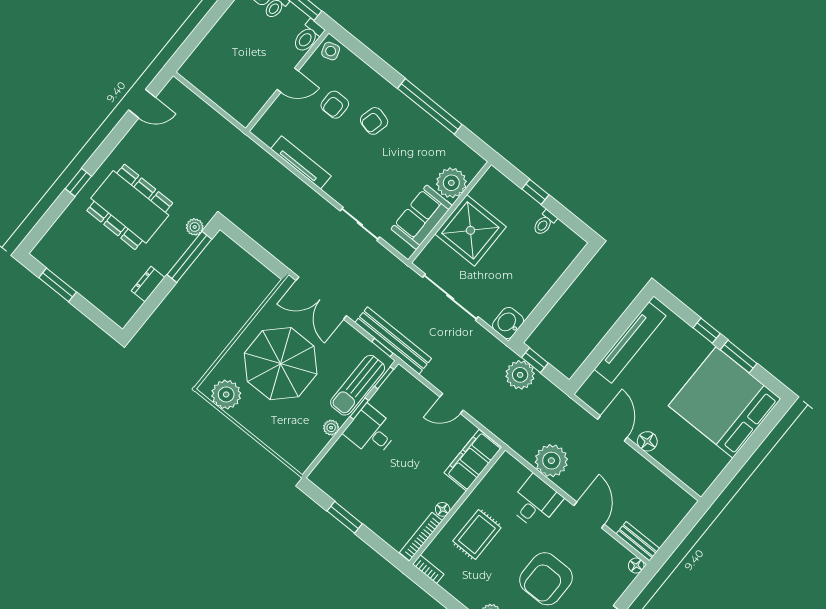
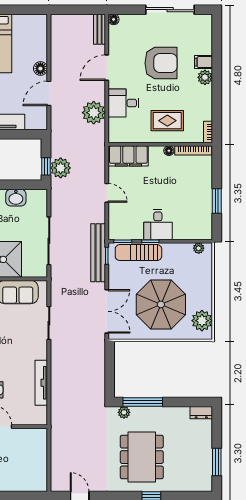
dresser: (148, 284) -> (201, 413), moved
washbasin: (508, 323) -> (16, 198), moved
sun lounger: (358, 385) -> (138, 253), turned 180
plant: (331, 428) -> (199, 248), moved

